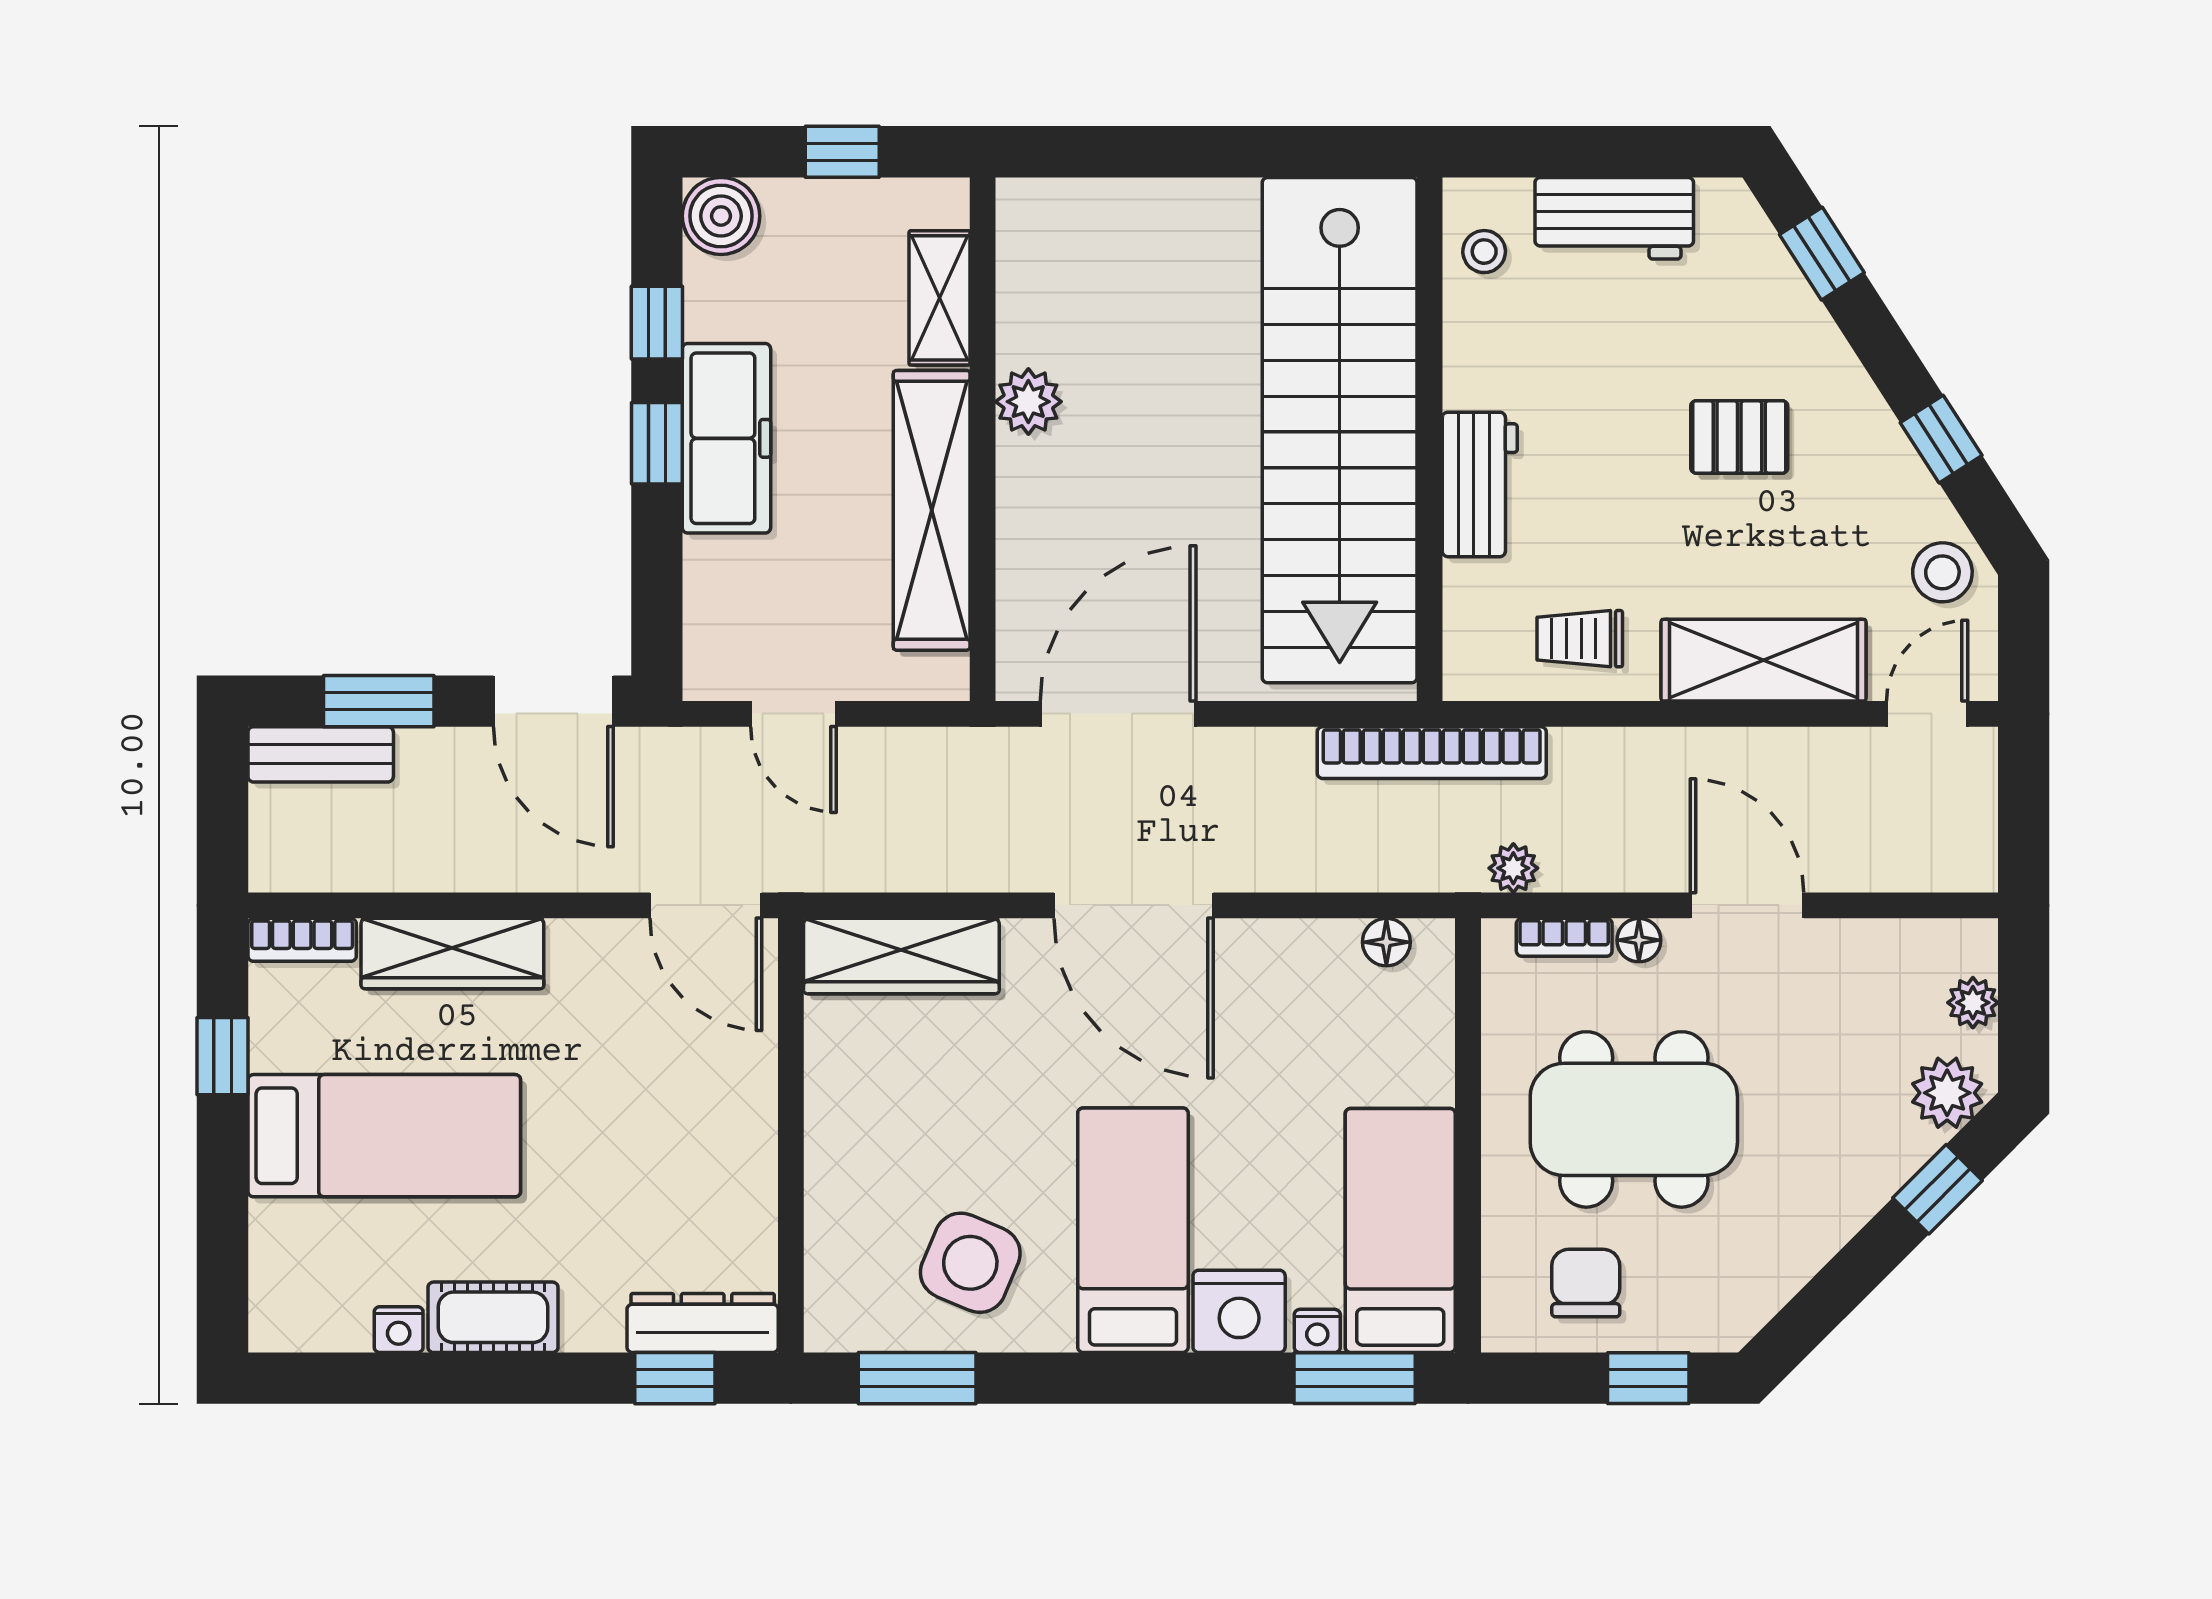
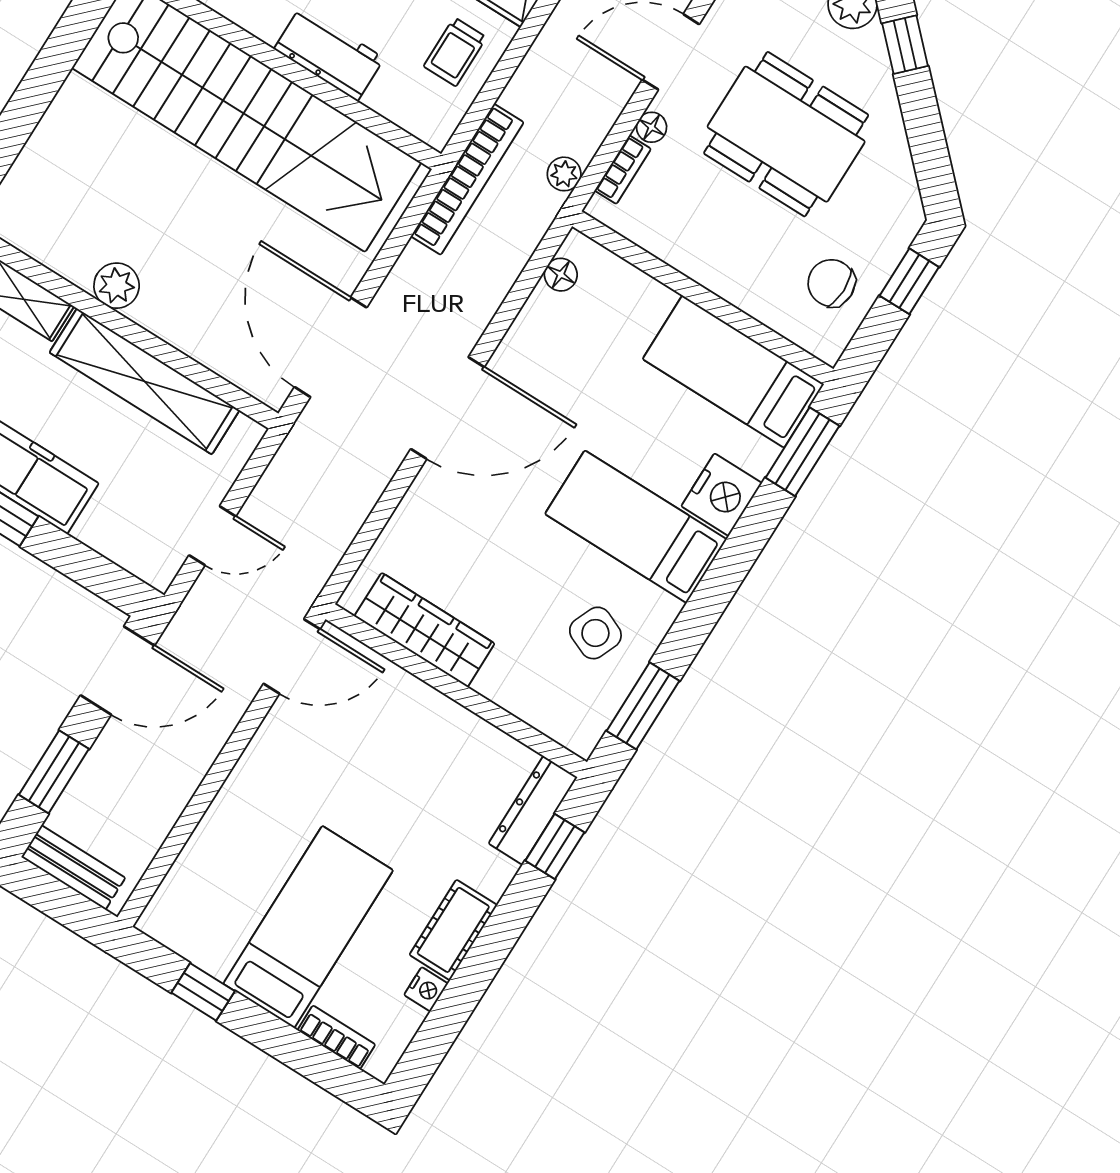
bench: (321, 754) -> (73, 867), moved, turned 90
bookcase: (302, 940) -> (336, 1037), moved, turned -90
wardrobe: (452, 954) -> (227, 821), removed
wardrobe: (901, 956) -> (424, 630), moved, turned -90
dining table: (1634, 1119) -> (786, 134), moved, turned 90
side table: (970, 1263) -> (595, 633), width x0.73, depth x0.73
nightstand: (1317, 1331) -> (761, 456), removed

